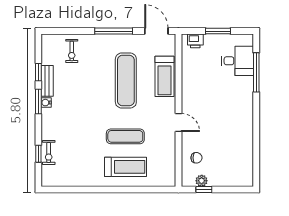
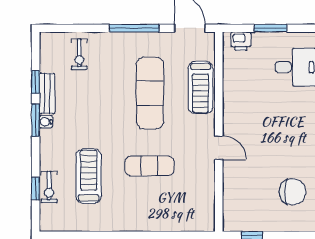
chair: (196, 158) -> (293, 192), moved, width x1.87, depth x1.87
treadmill: (125, 167) -> (89, 176), moved, turned -90
plant: (202, 181) -> (249, 224), removed

